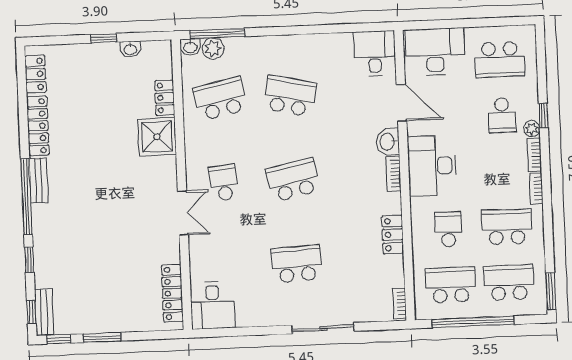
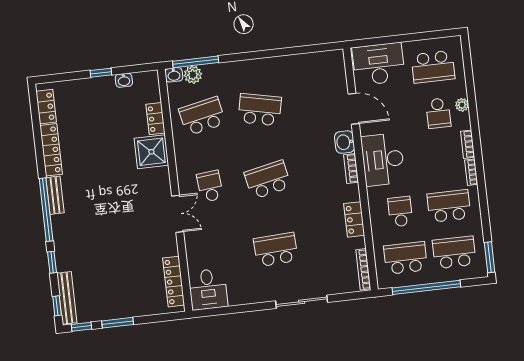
desk: (375, 53) -> (328, 69), removed
window: (543, 116) -> (473, 111), removed
plant: (532, 129) -> (462, 105), moved
bookcase: (400, 304) -> (363, 269), width x1.56
bench: (44, 312) -> (67, 298), width x1.36

